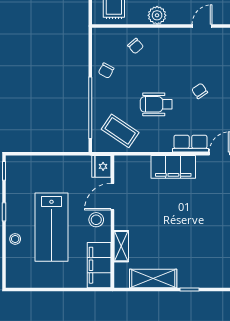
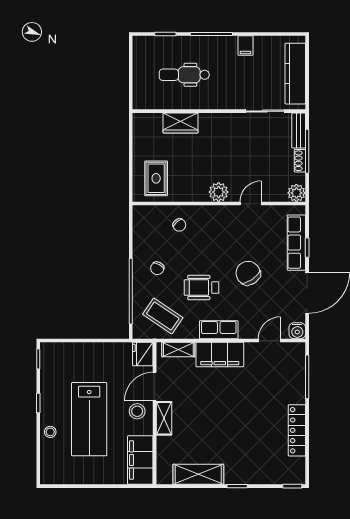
plant: (157, 15) -> (219, 192), moved
chair: (106, 71) -> (157, 268), moved
chair: (200, 91) -> (248, 273), width x1.87, depth x1.87
row of seats: (190, 144) -> (219, 330), moved
shelving: (135, 162) -> (178, 350), added
shelving: (121, 246) -> (164, 418), moved

